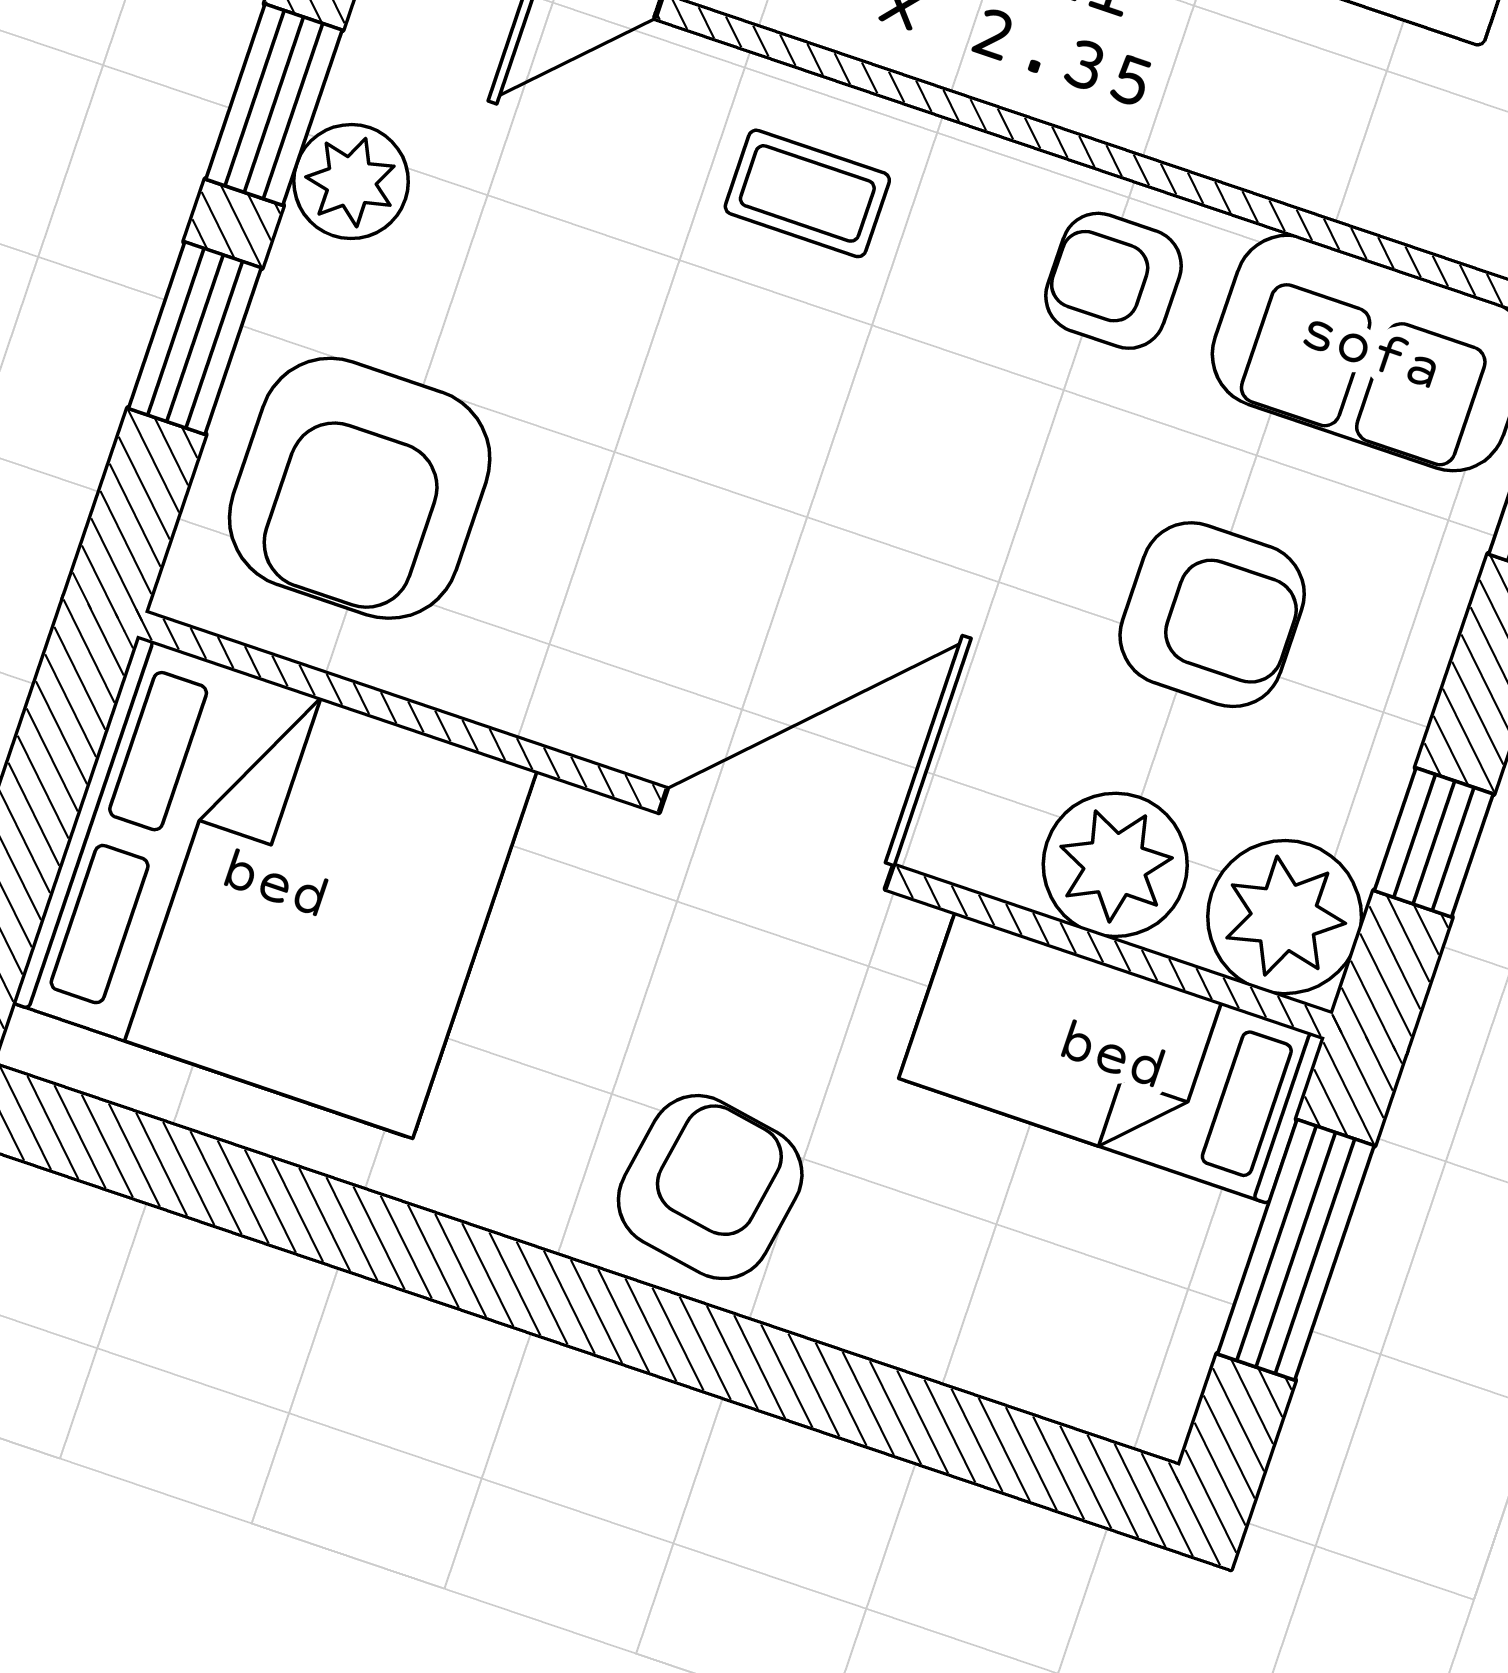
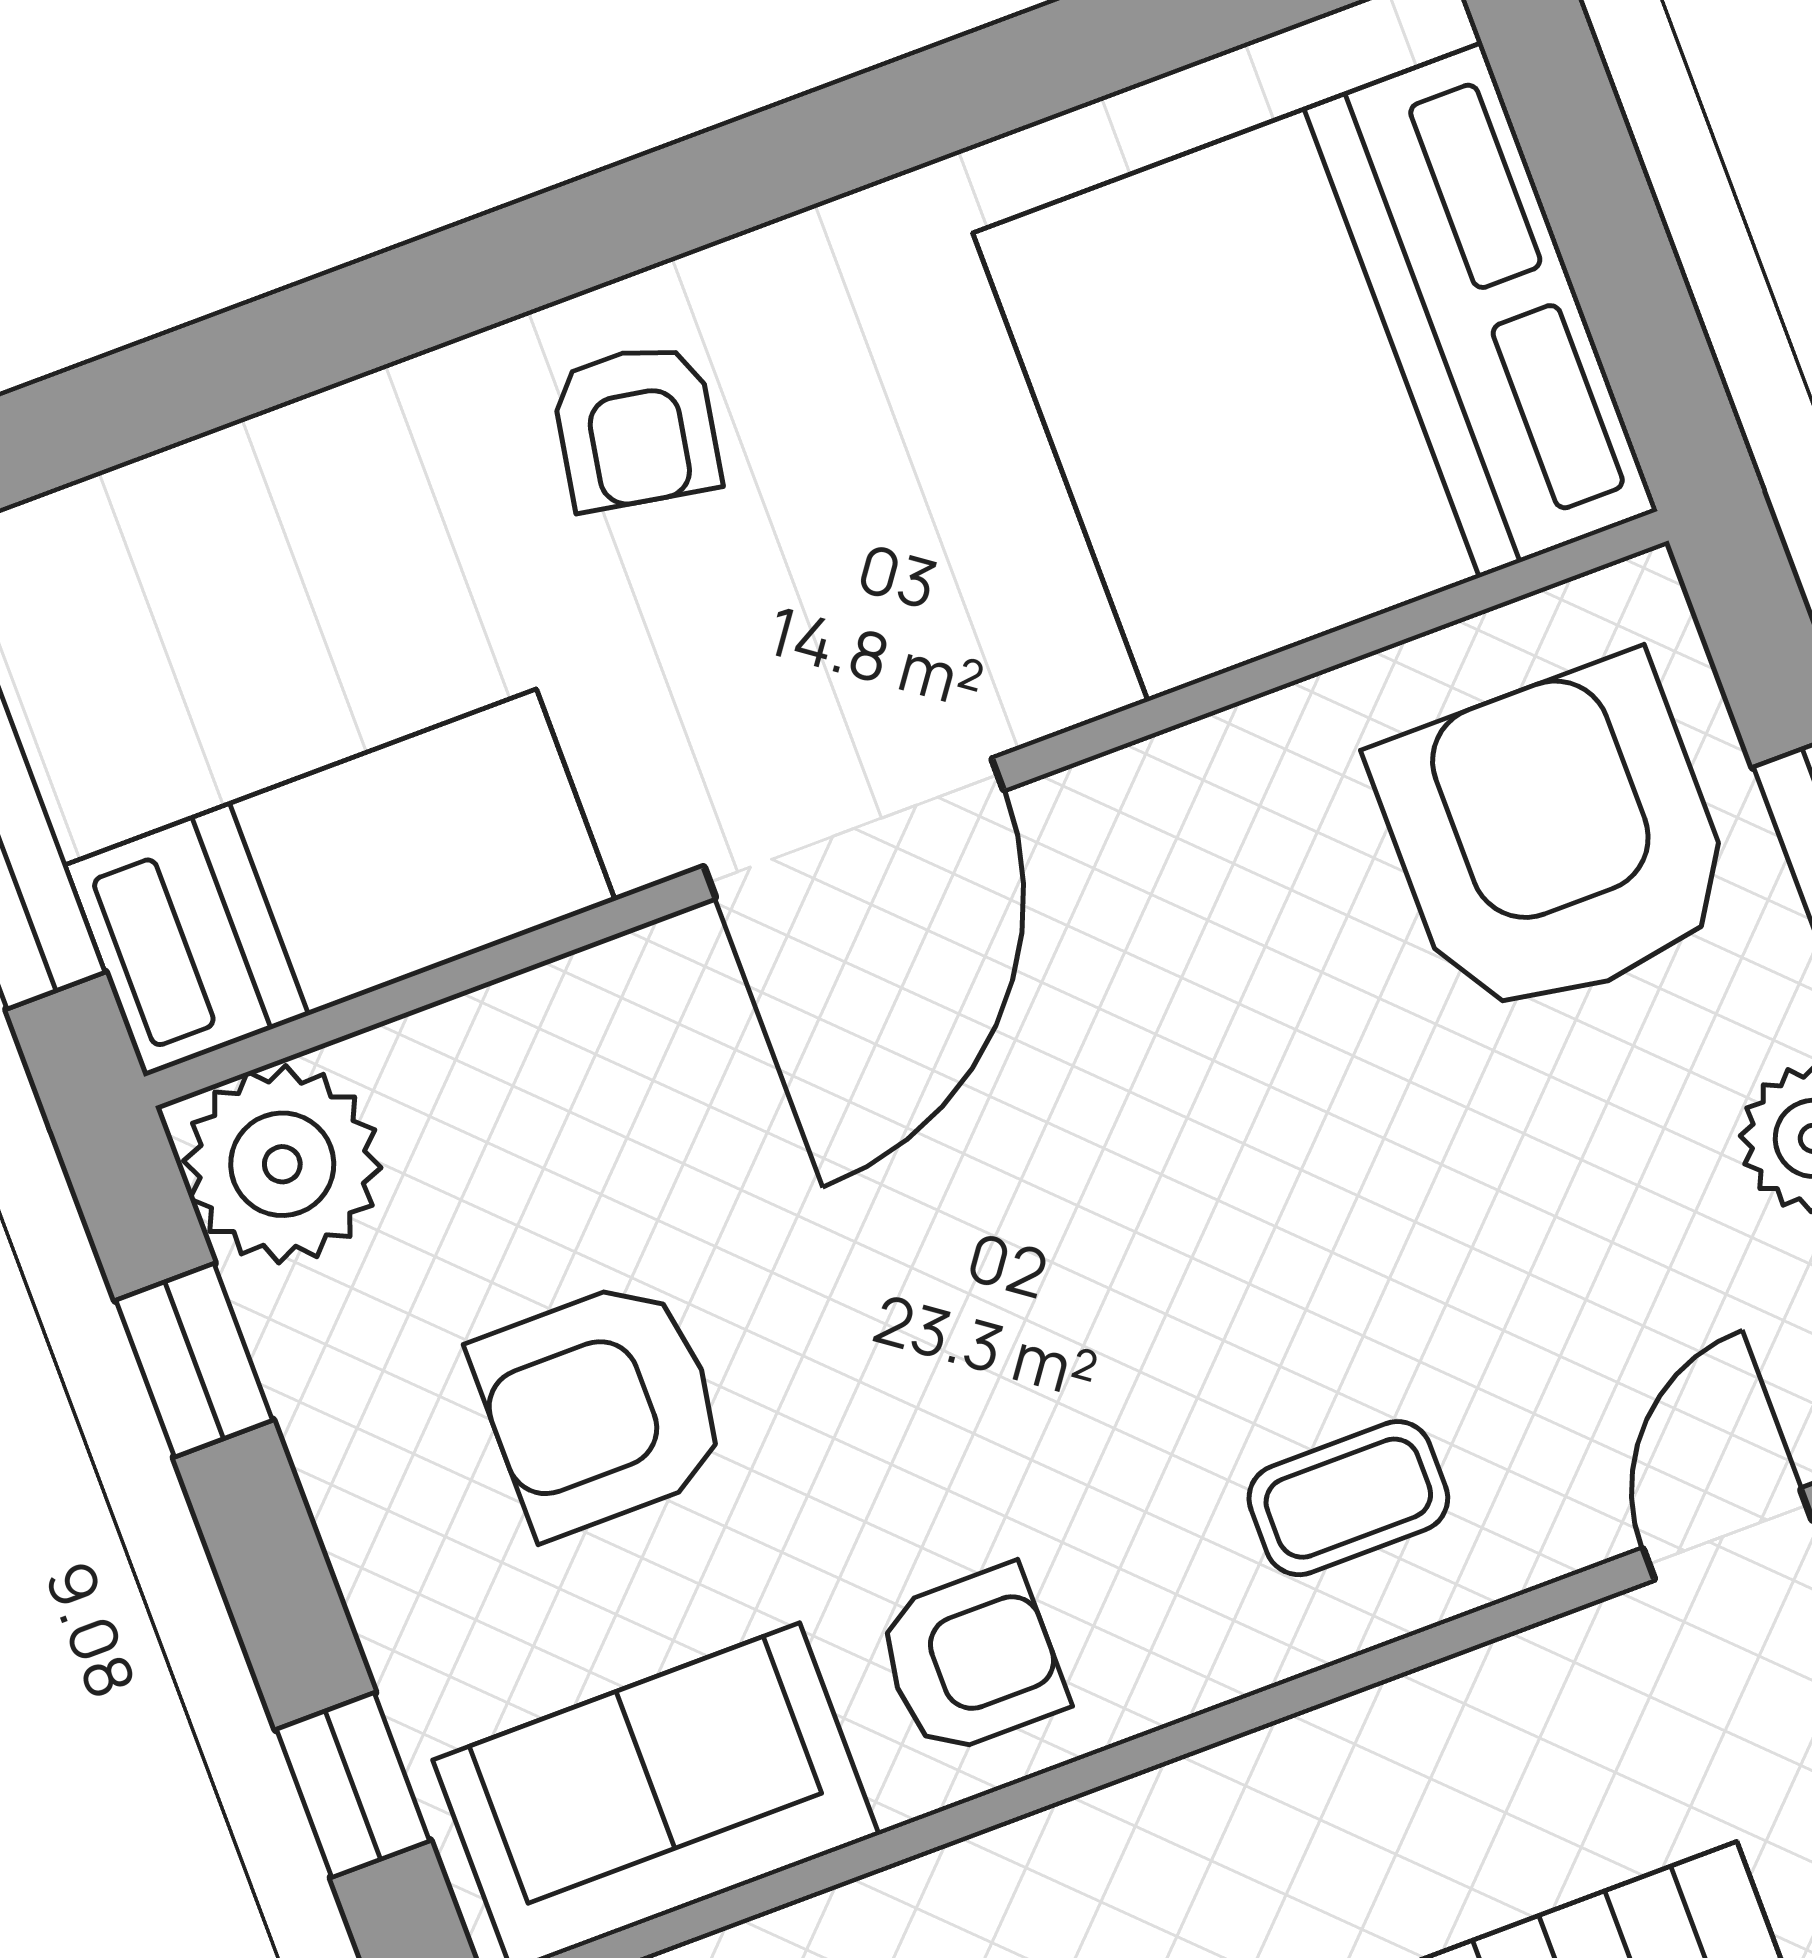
plant: (1115, 865) -> (494, 1078), removed
armchair: (710, 1187) -> (636, 427), width x0.72, depth x0.72

